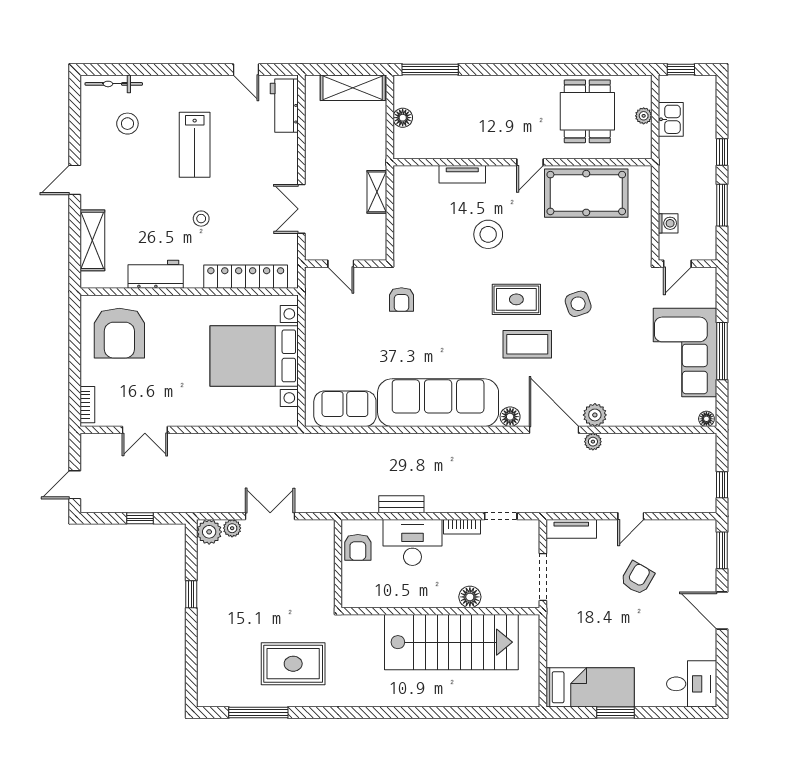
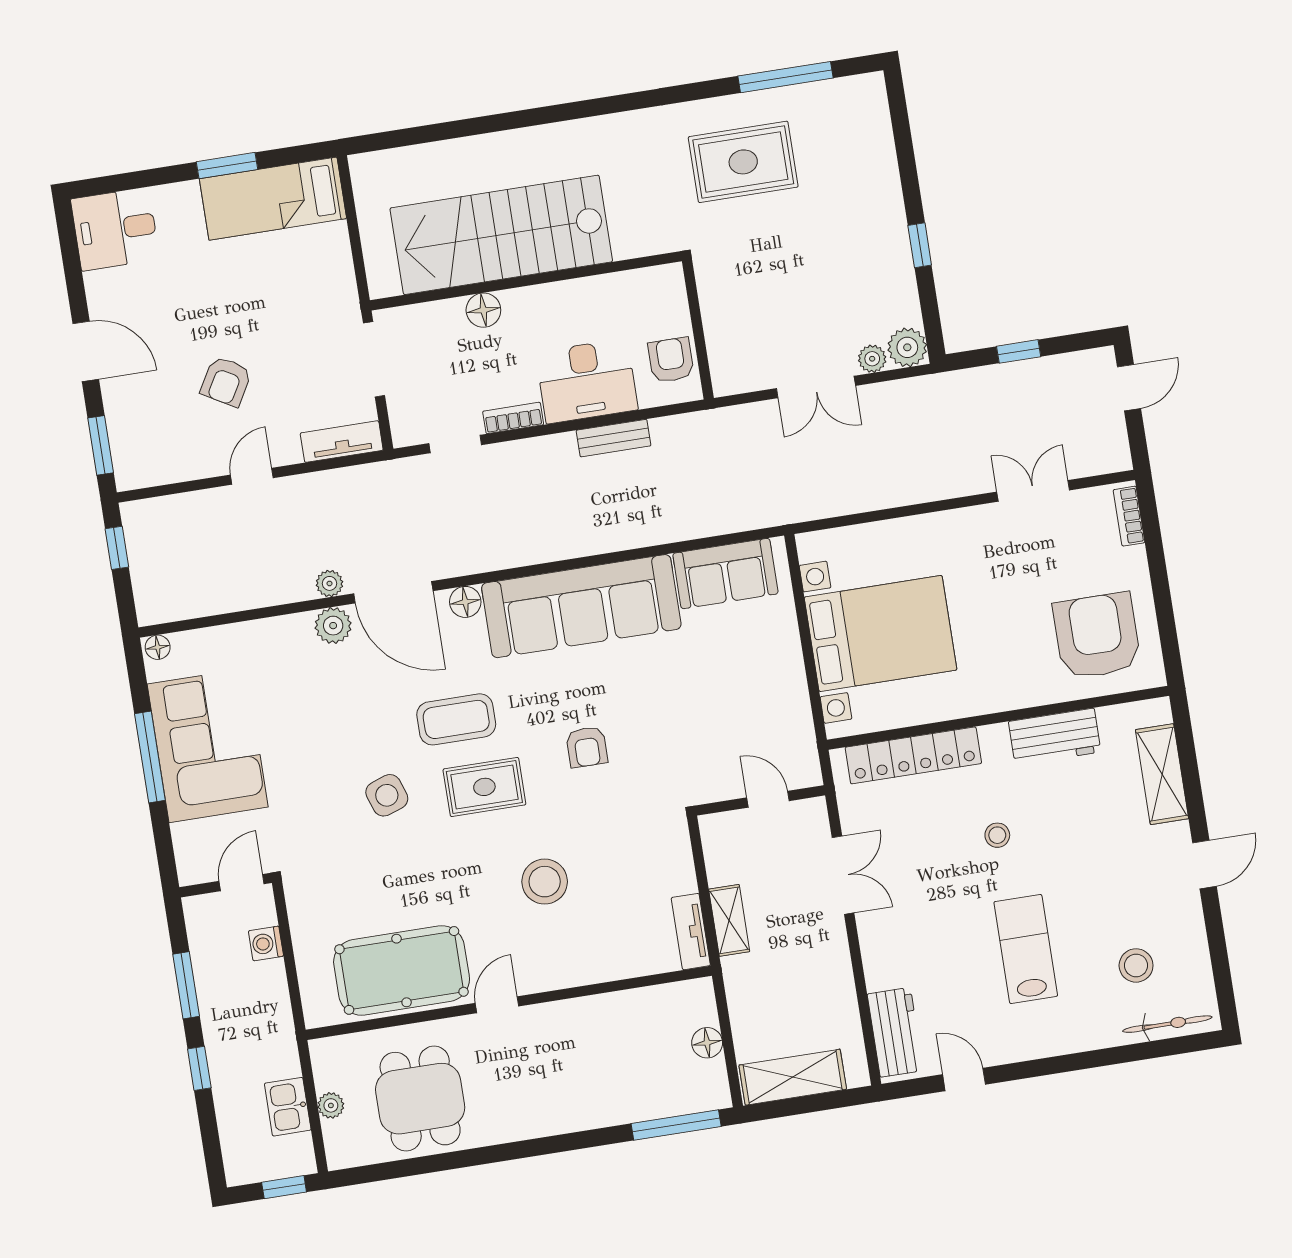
tv unit: (462, 174) -> (691, 932), moved, turned -90
armchair: (401, 300) -> (587, 747), moved, turned 180

